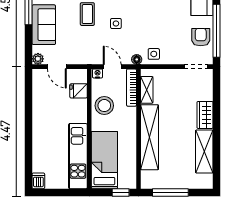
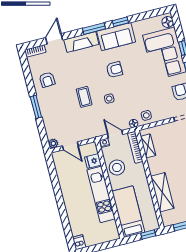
sofa: (44, 25) -> (51, 115), removed
shelving: (150, 137) -> (162, 192), width x0.68
kitchen unit: (78, 156) -> (101, 194), moved

